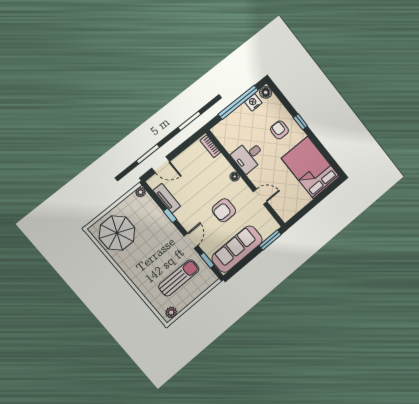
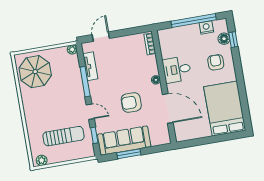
floor lamp: (266, 92) -> (224, 39), moved
window: (300, 122) -> (233, 40), moved
door: (161, 165) -> (101, 37), swing flipped
door: (260, 197) -> (168, 108), width x1.87
window: (170, 215) -> (85, 82), width x2.17
window: (270, 240) -> (129, 154), moved
door: (191, 241) -> (90, 112), hinge flipped

